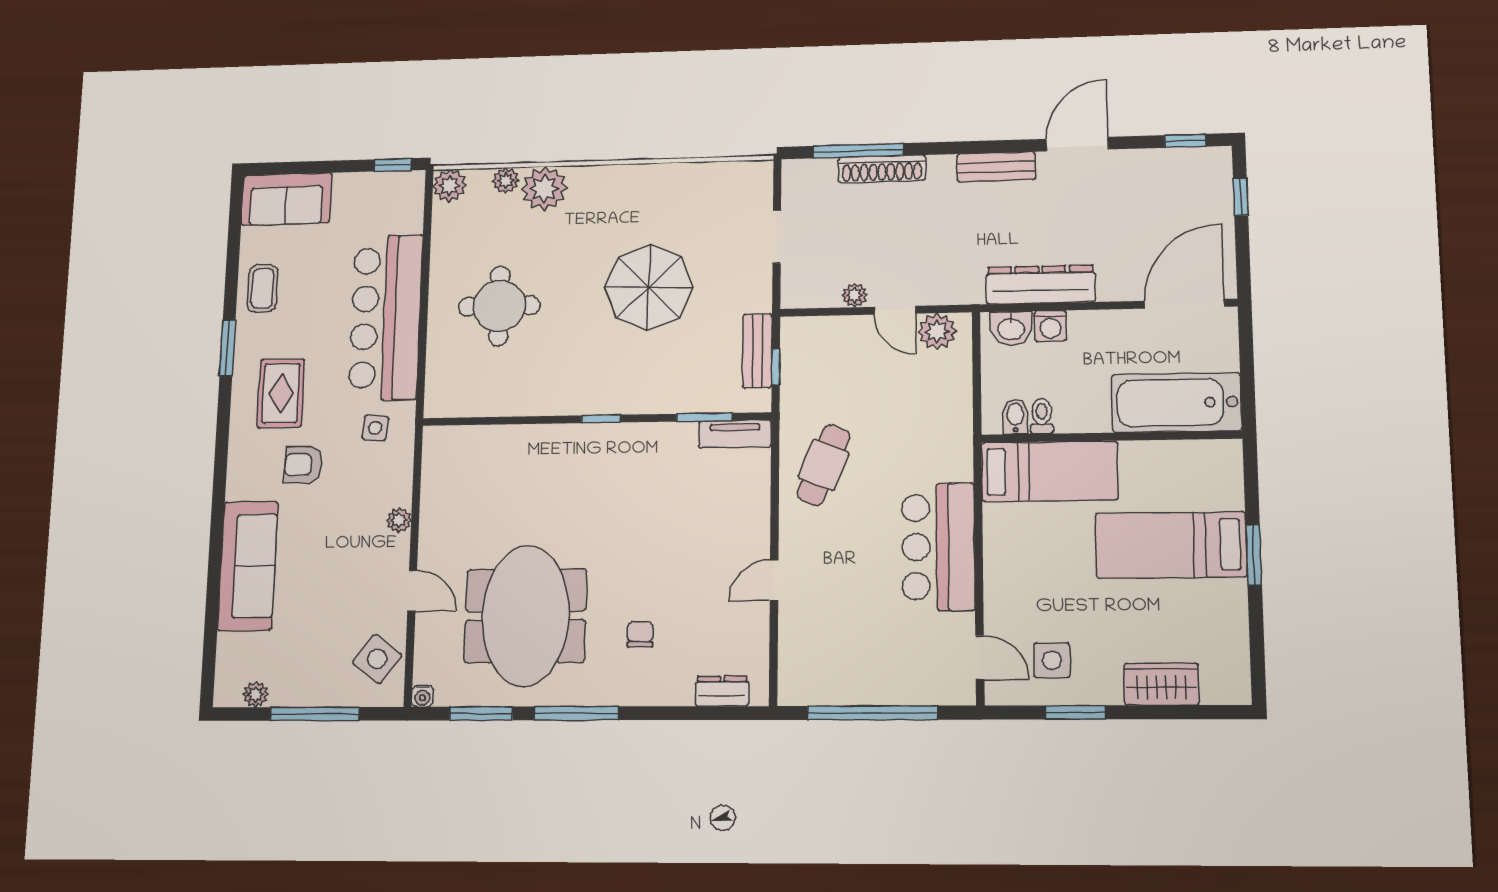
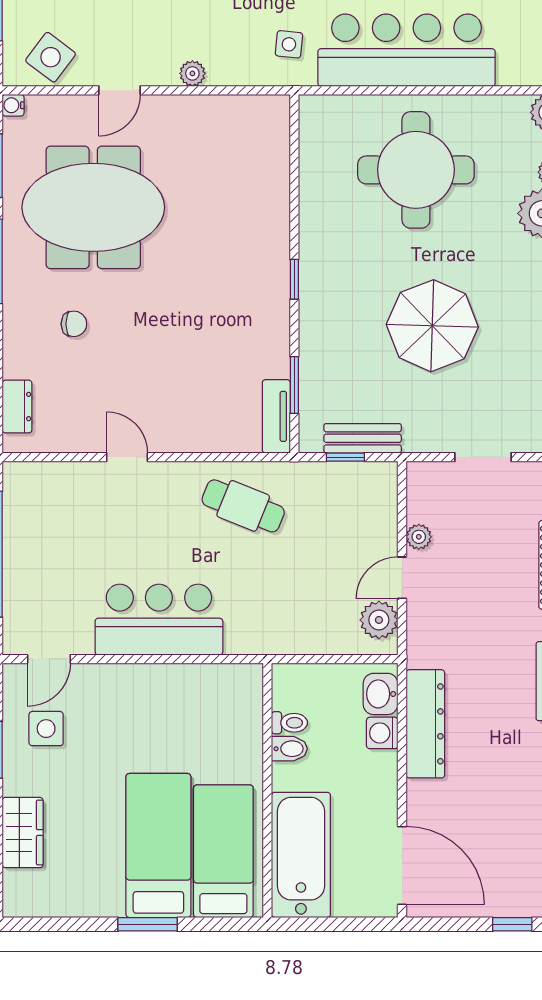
round table: (499, 306) -> (416, 170), width x1.36, depth x1.36
bidet: (1015, 417) -> (289, 749), moved
bed: (1049, 471) -> (223, 851), moved, turned 180

